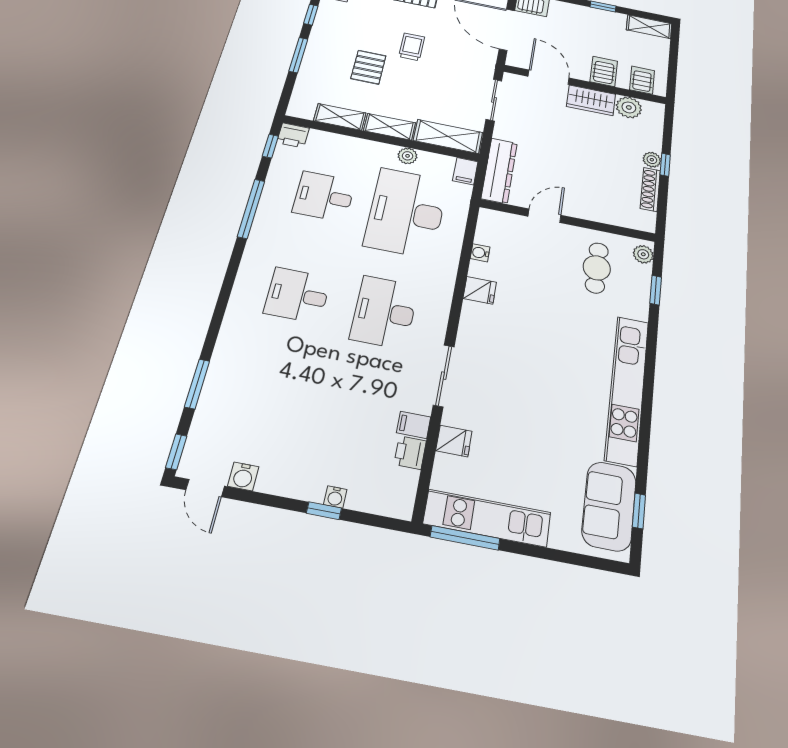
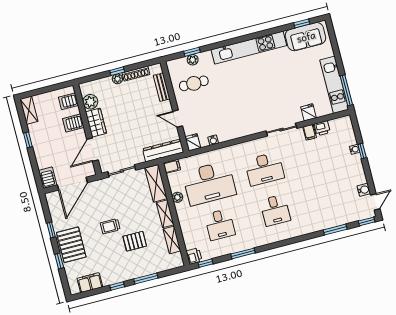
window: (251, 209) -> (243, 253), width x0.69
bench: (611, 216) -> (162, 87), added
plant: (643, 254) -> (193, 60), moved
fridge: (480, 290) -> (193, 142), moved

